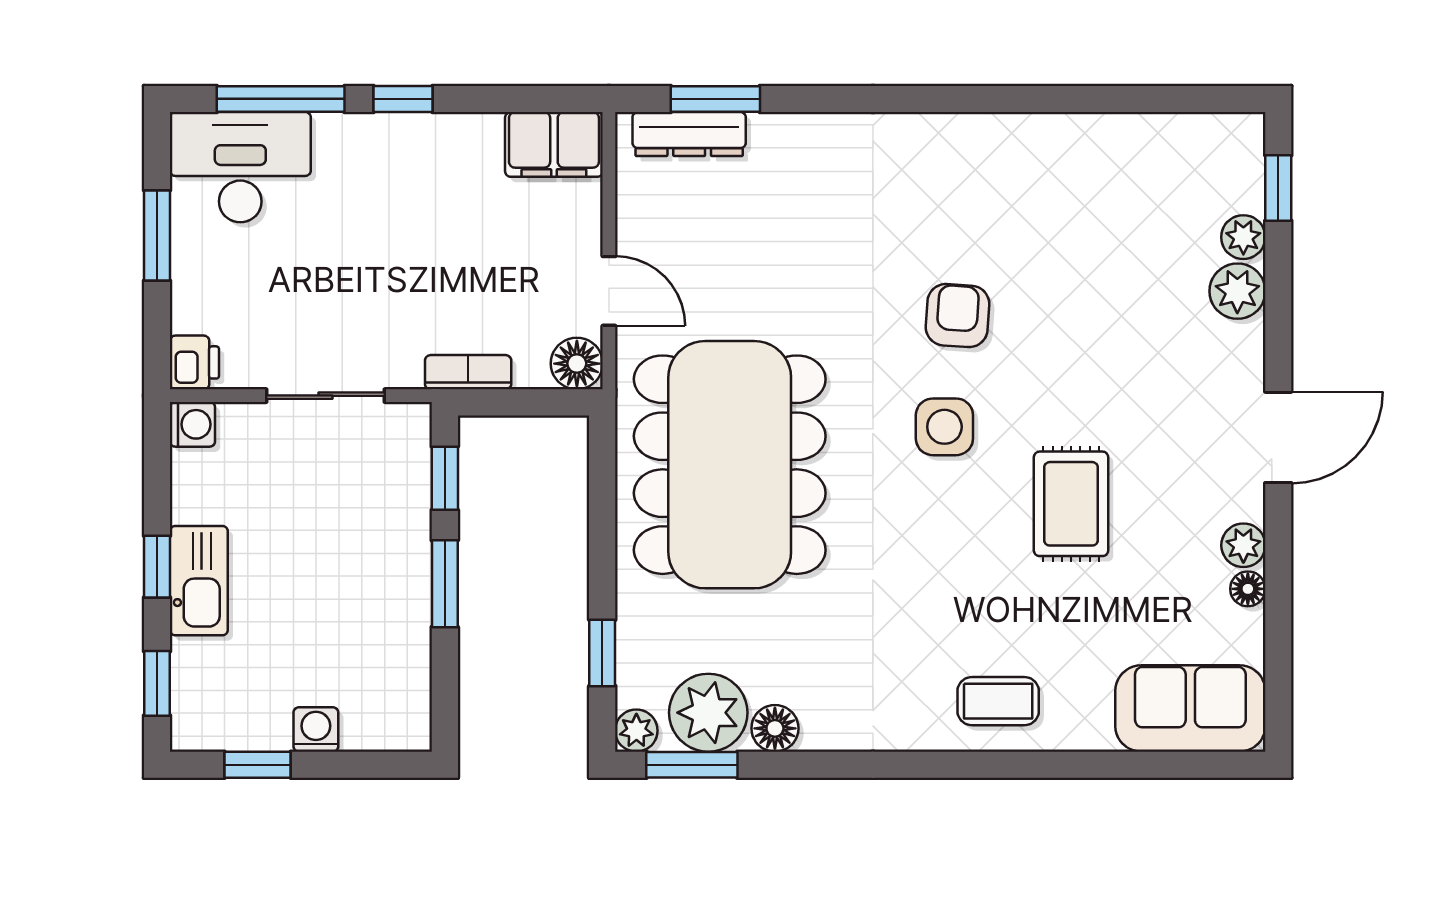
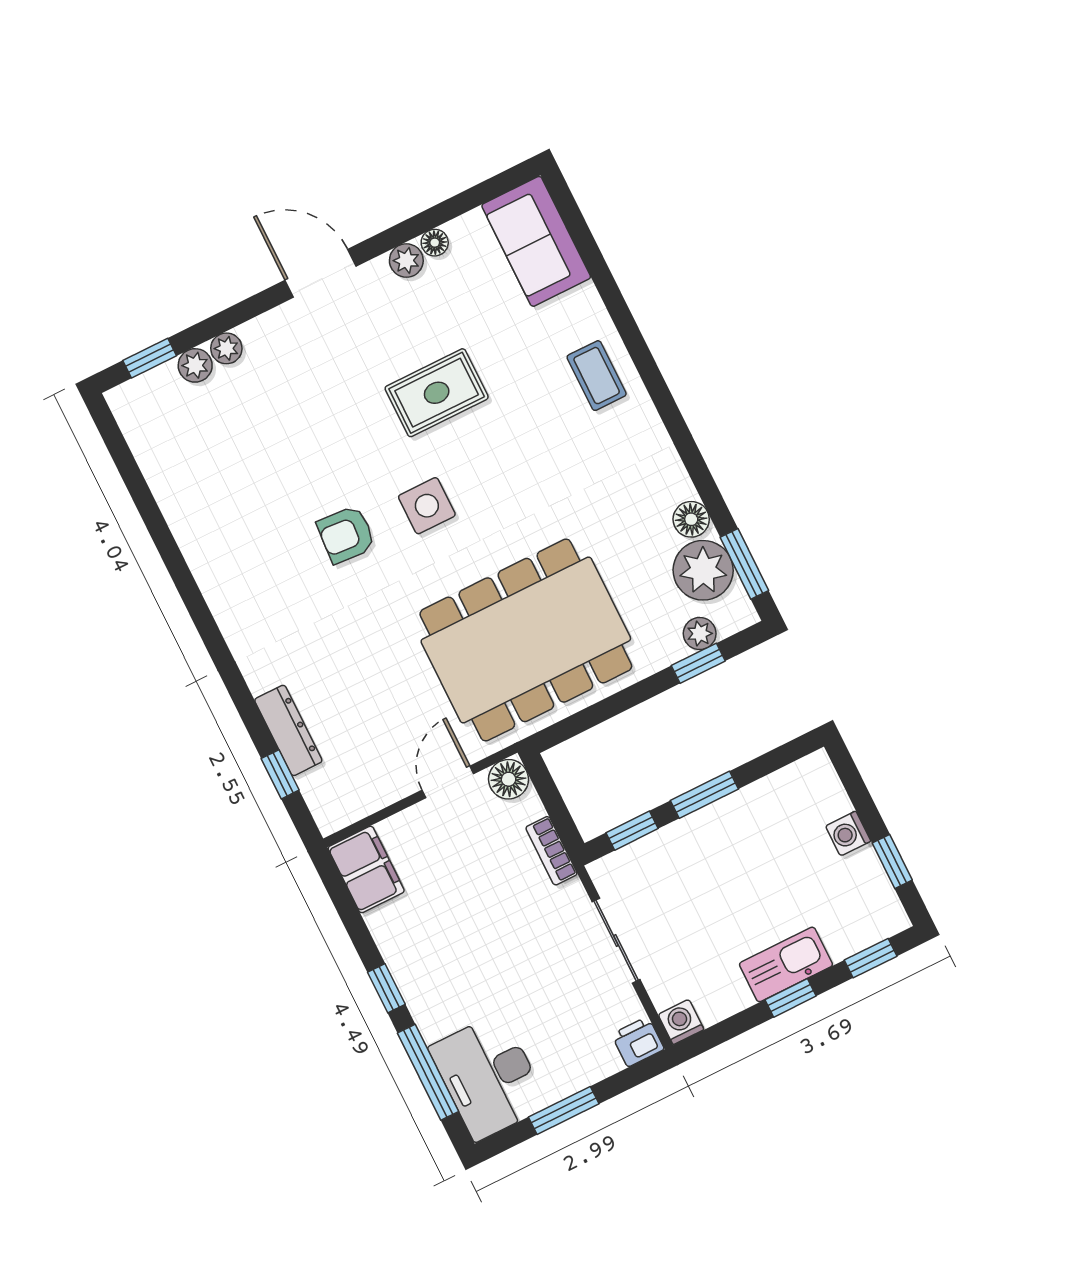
window: (715, 99) -> (280, 774), width x0.67
dresser: (689, 134) -> (288, 730), moved
plant: (1237, 291) -> (226, 348), width x0.73, depth x0.73
plant: (636, 731) -> (700, 634), moved

